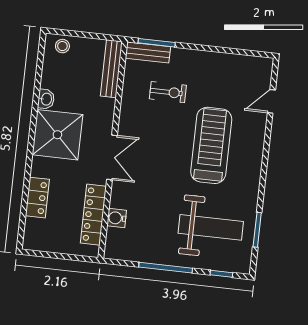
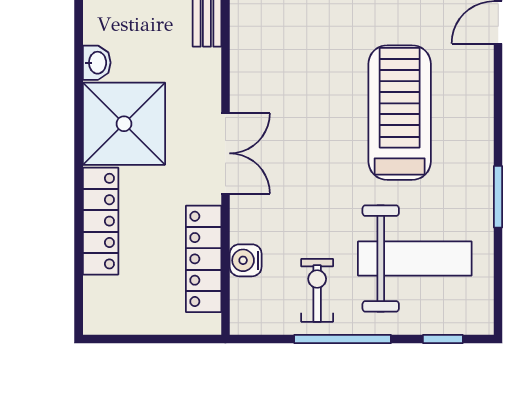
exercise bike: (168, 92) -> (317, 290), moved, turned -90
locker: (37, 198) -> (101, 221), width x1.53
window: (257, 230) -> (498, 197), moved

